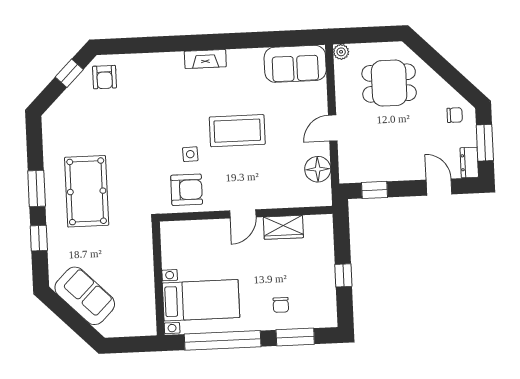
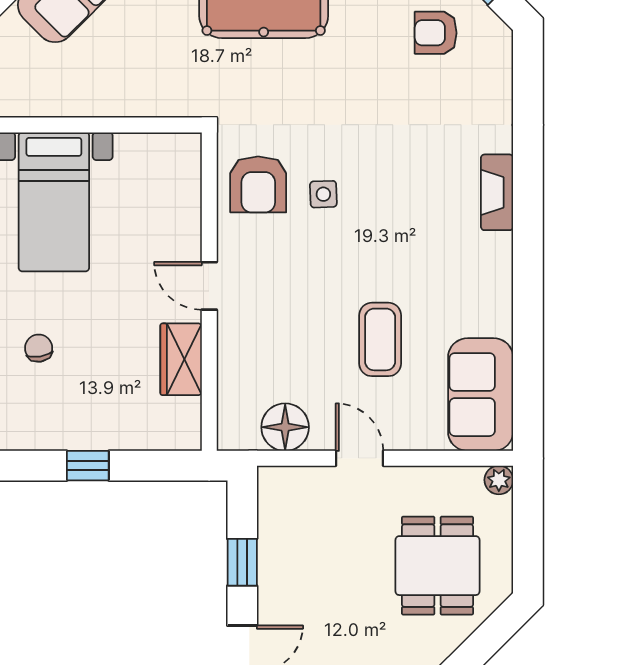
fireplace: (205, 59) -> (497, 192), moved
armchair: (104, 77) -> (436, 33), moved
coffee table: (237, 131) -> (380, 339), moved, width x0.73, depth x0.76
window: (375, 190) -> (242, 562), moved
chair: (281, 305) -> (39, 348), turned 81

